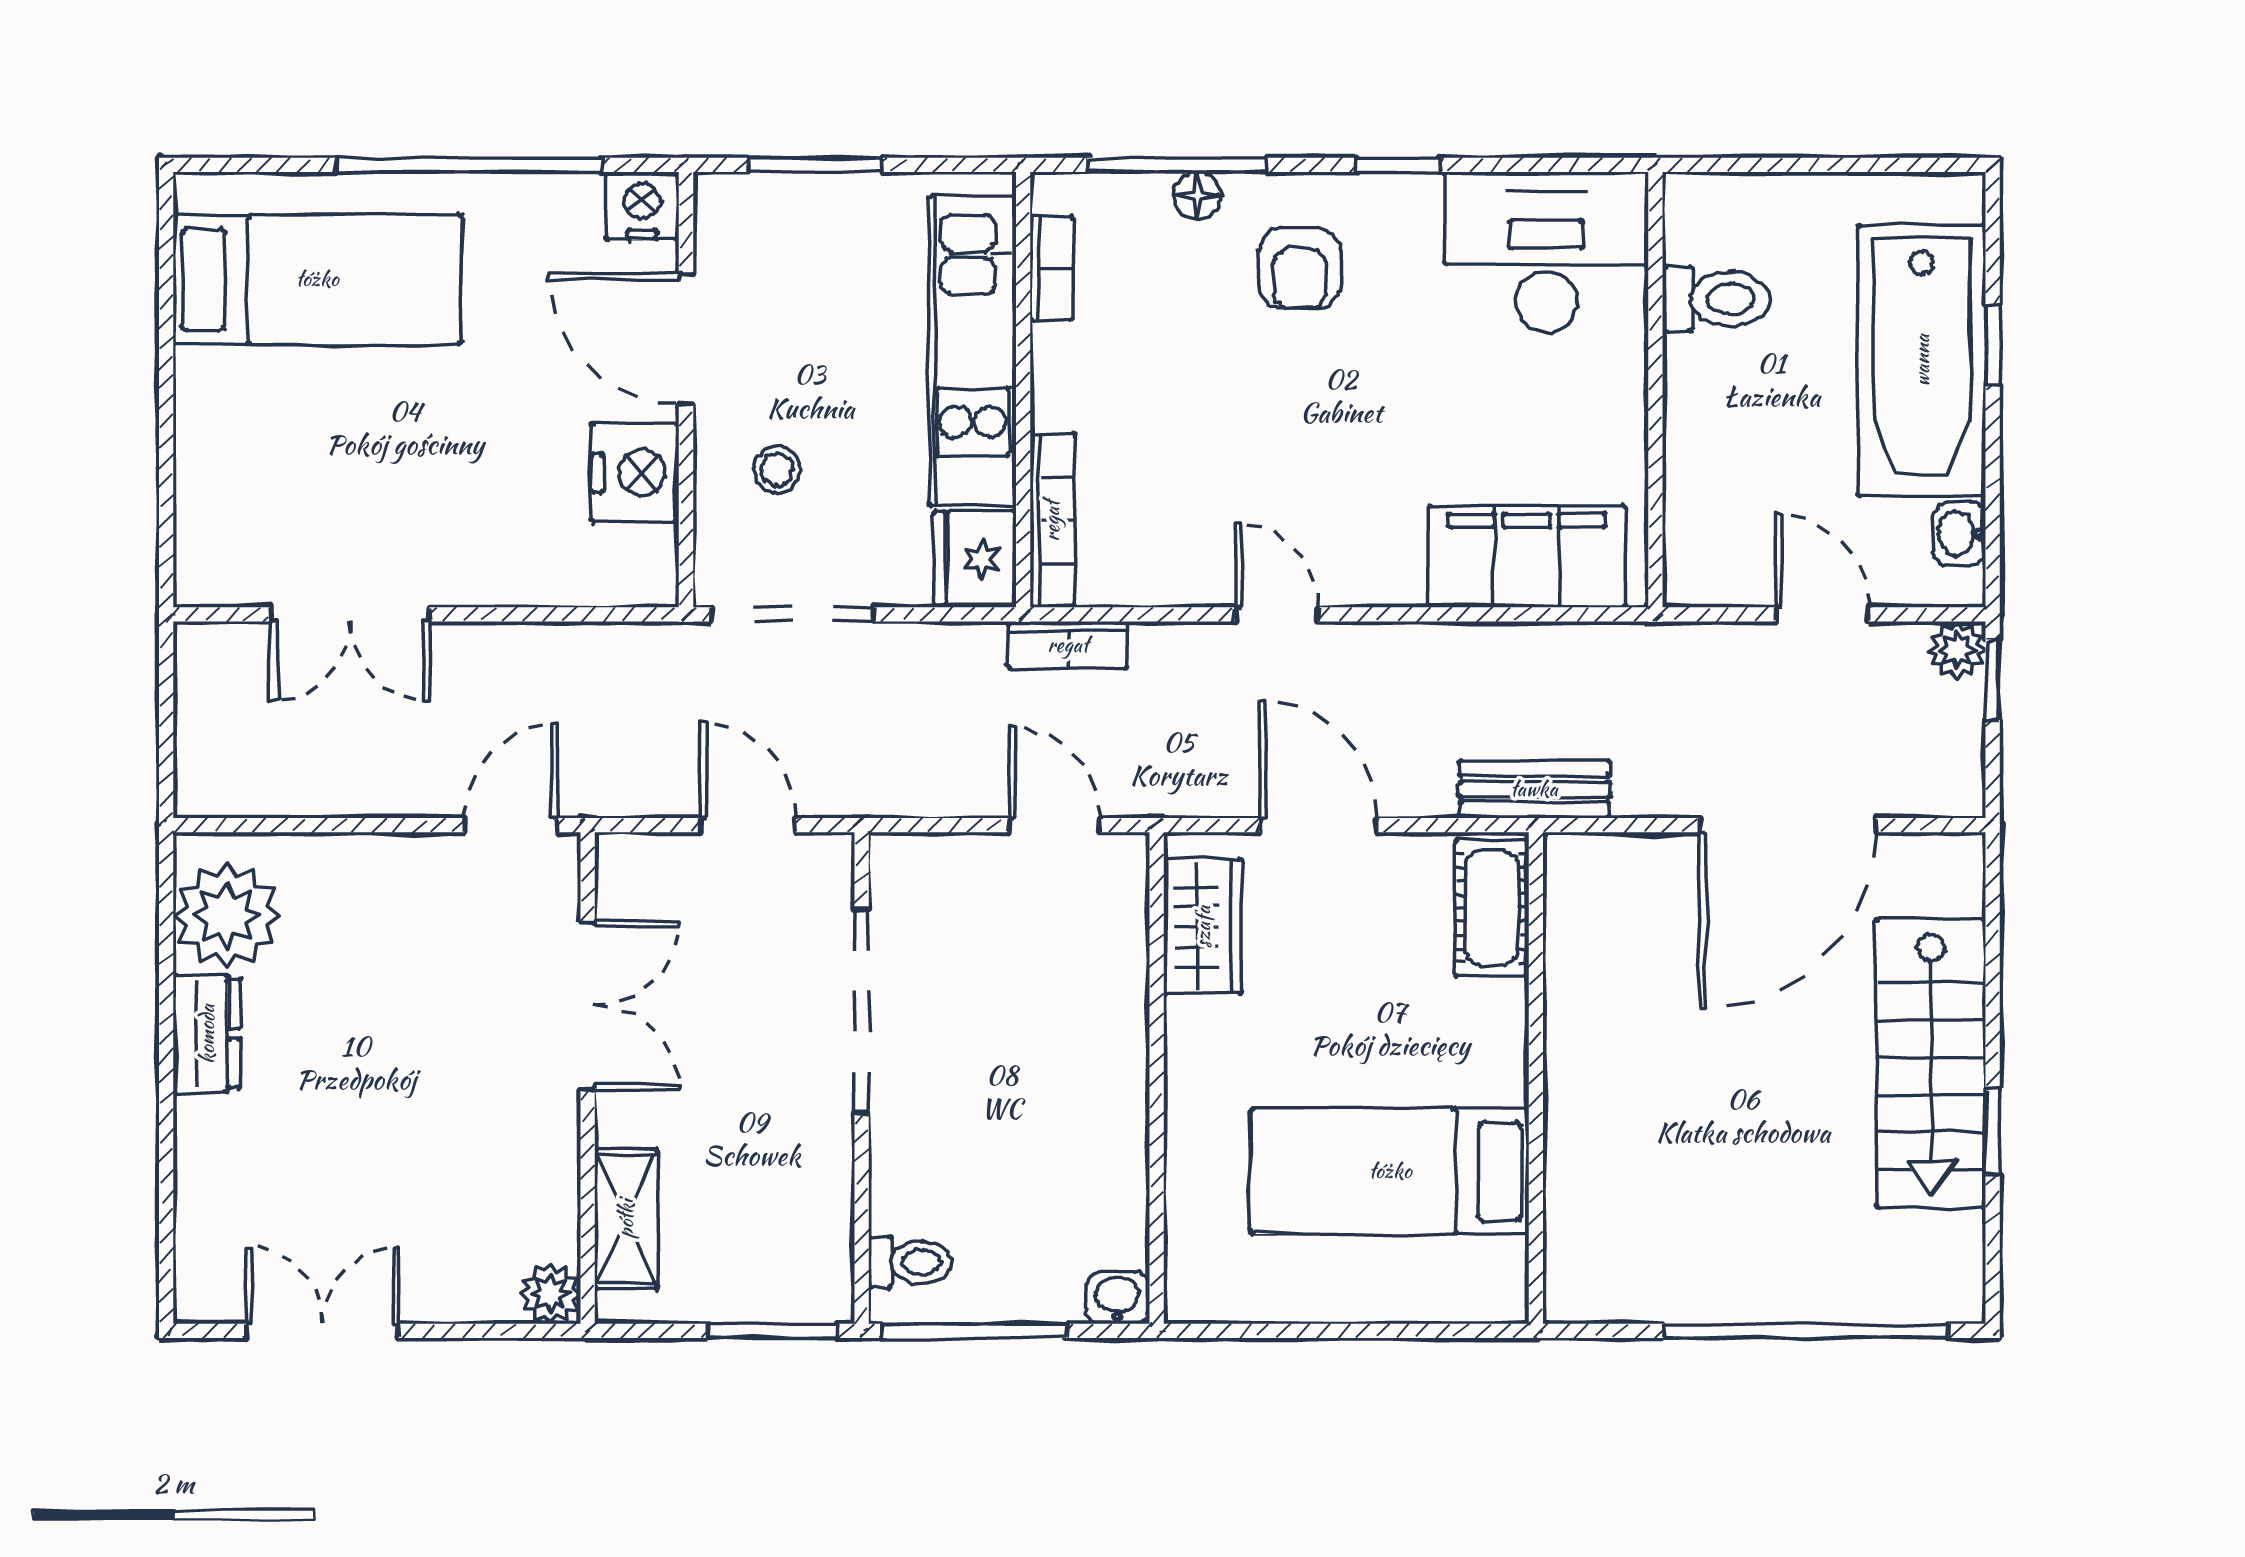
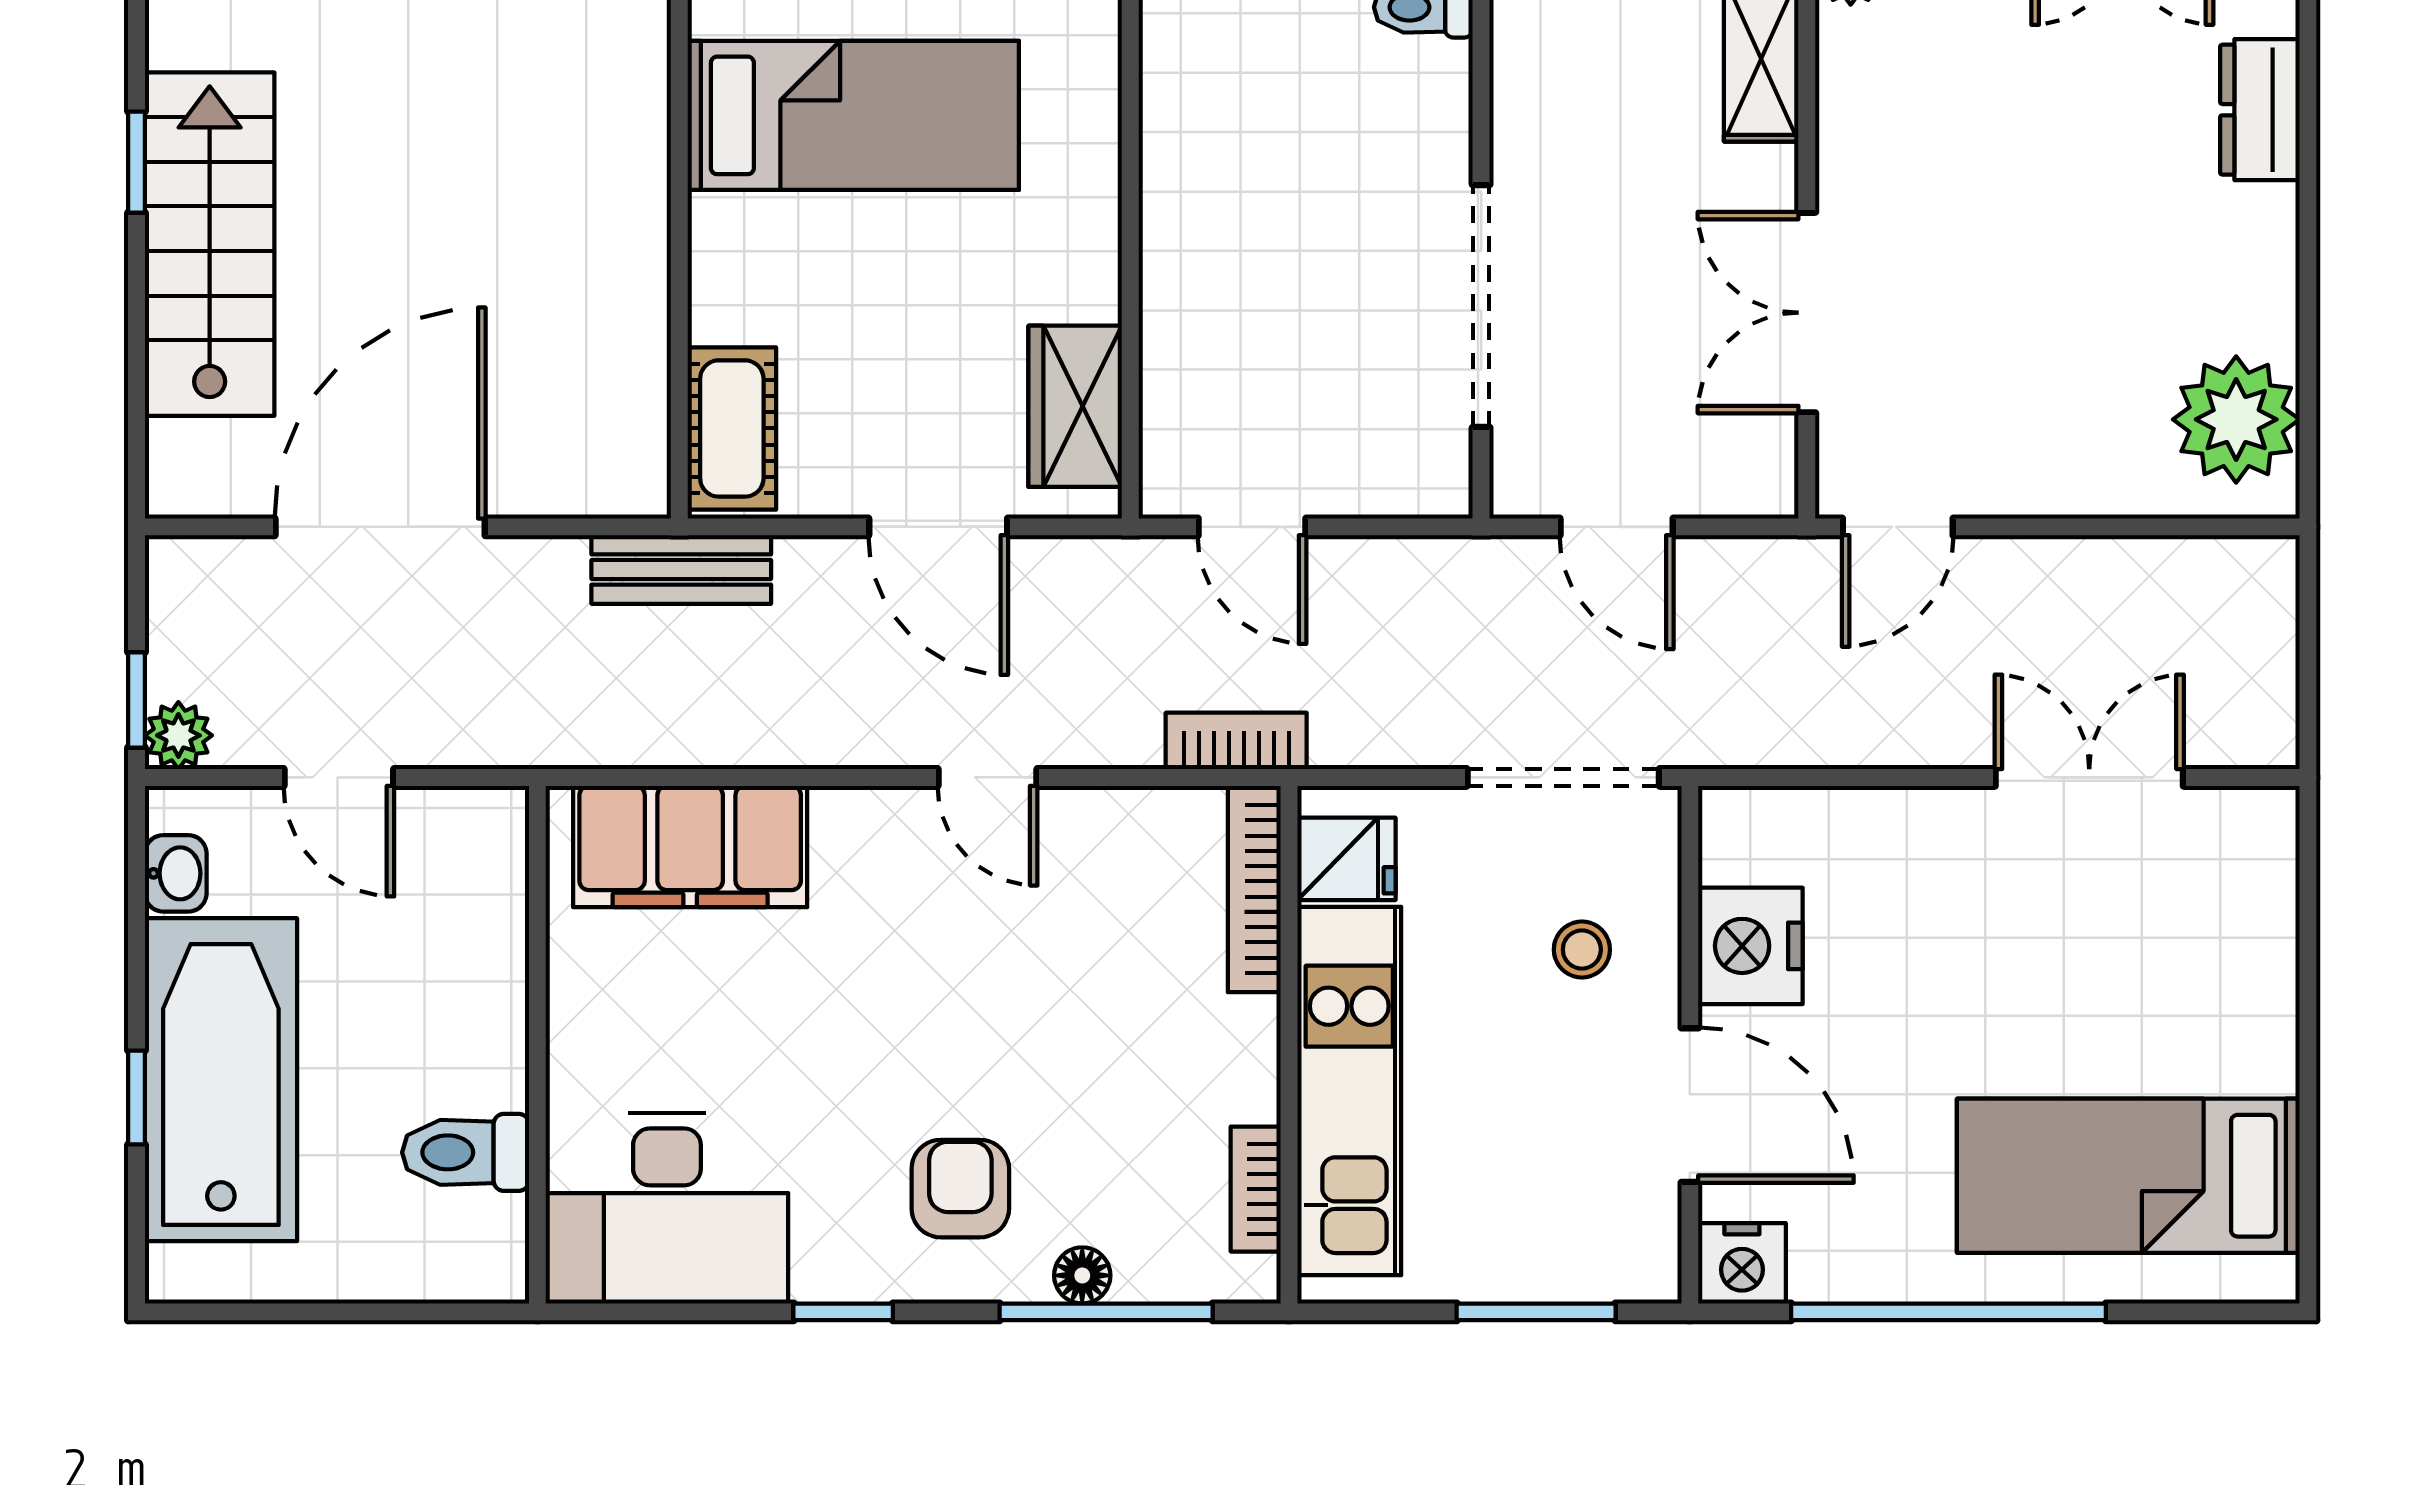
fridge: (975, 559) -> (1346, 859), width x0.72
dresser: (207, 1034) -> (2260, 110), moved

